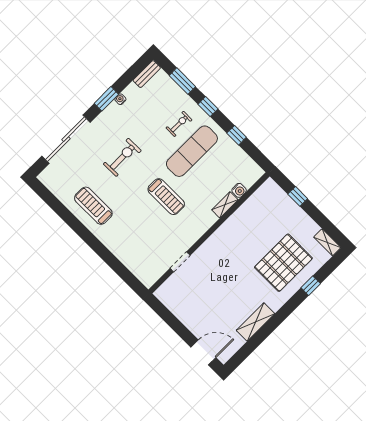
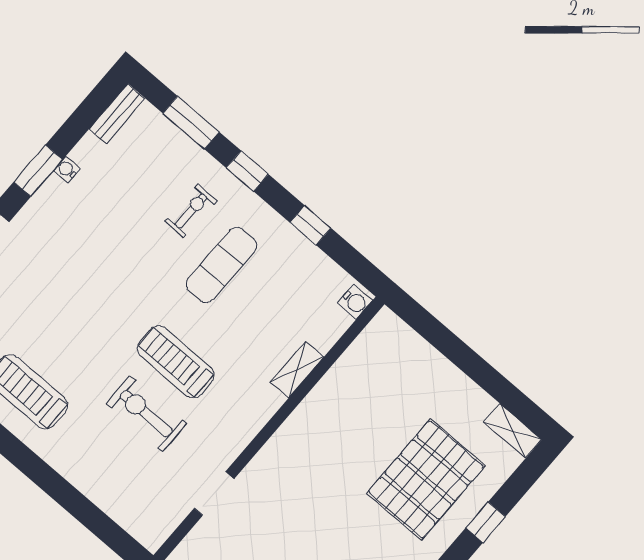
exercise mat: (192, 151) -> (221, 265), width x0.73, depth x0.69
exercise bike: (122, 157) -> (146, 414), moved, turned -89
water cooler: (239, 190) -> (355, 302), moved
window: (298, 196) -> (445, 341), removed
treadmill: (166, 197) -> (176, 362), turned 180

